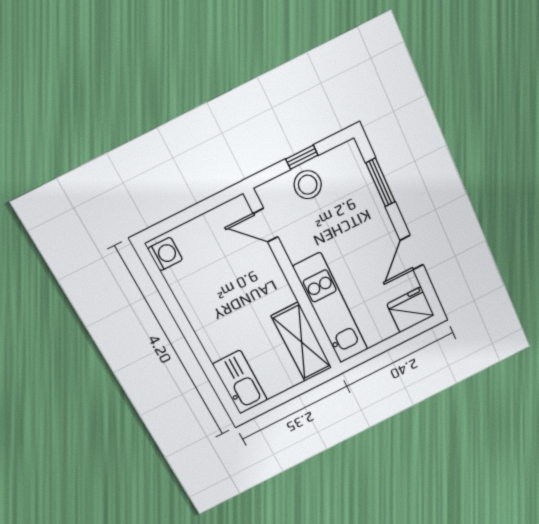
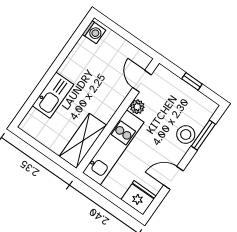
stool: (308, 185) -> (186, 135), moved
plant: (296, 250) -> (137, 107), added
kitchen sink: (240, 382) -> (53, 95), moved

